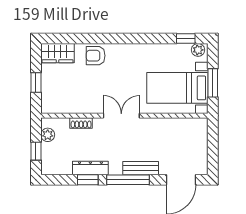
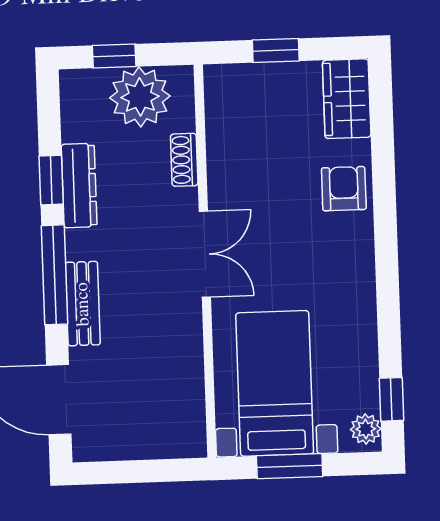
plant: (48, 135) -> (140, 97), width x1.88, depth x1.88

